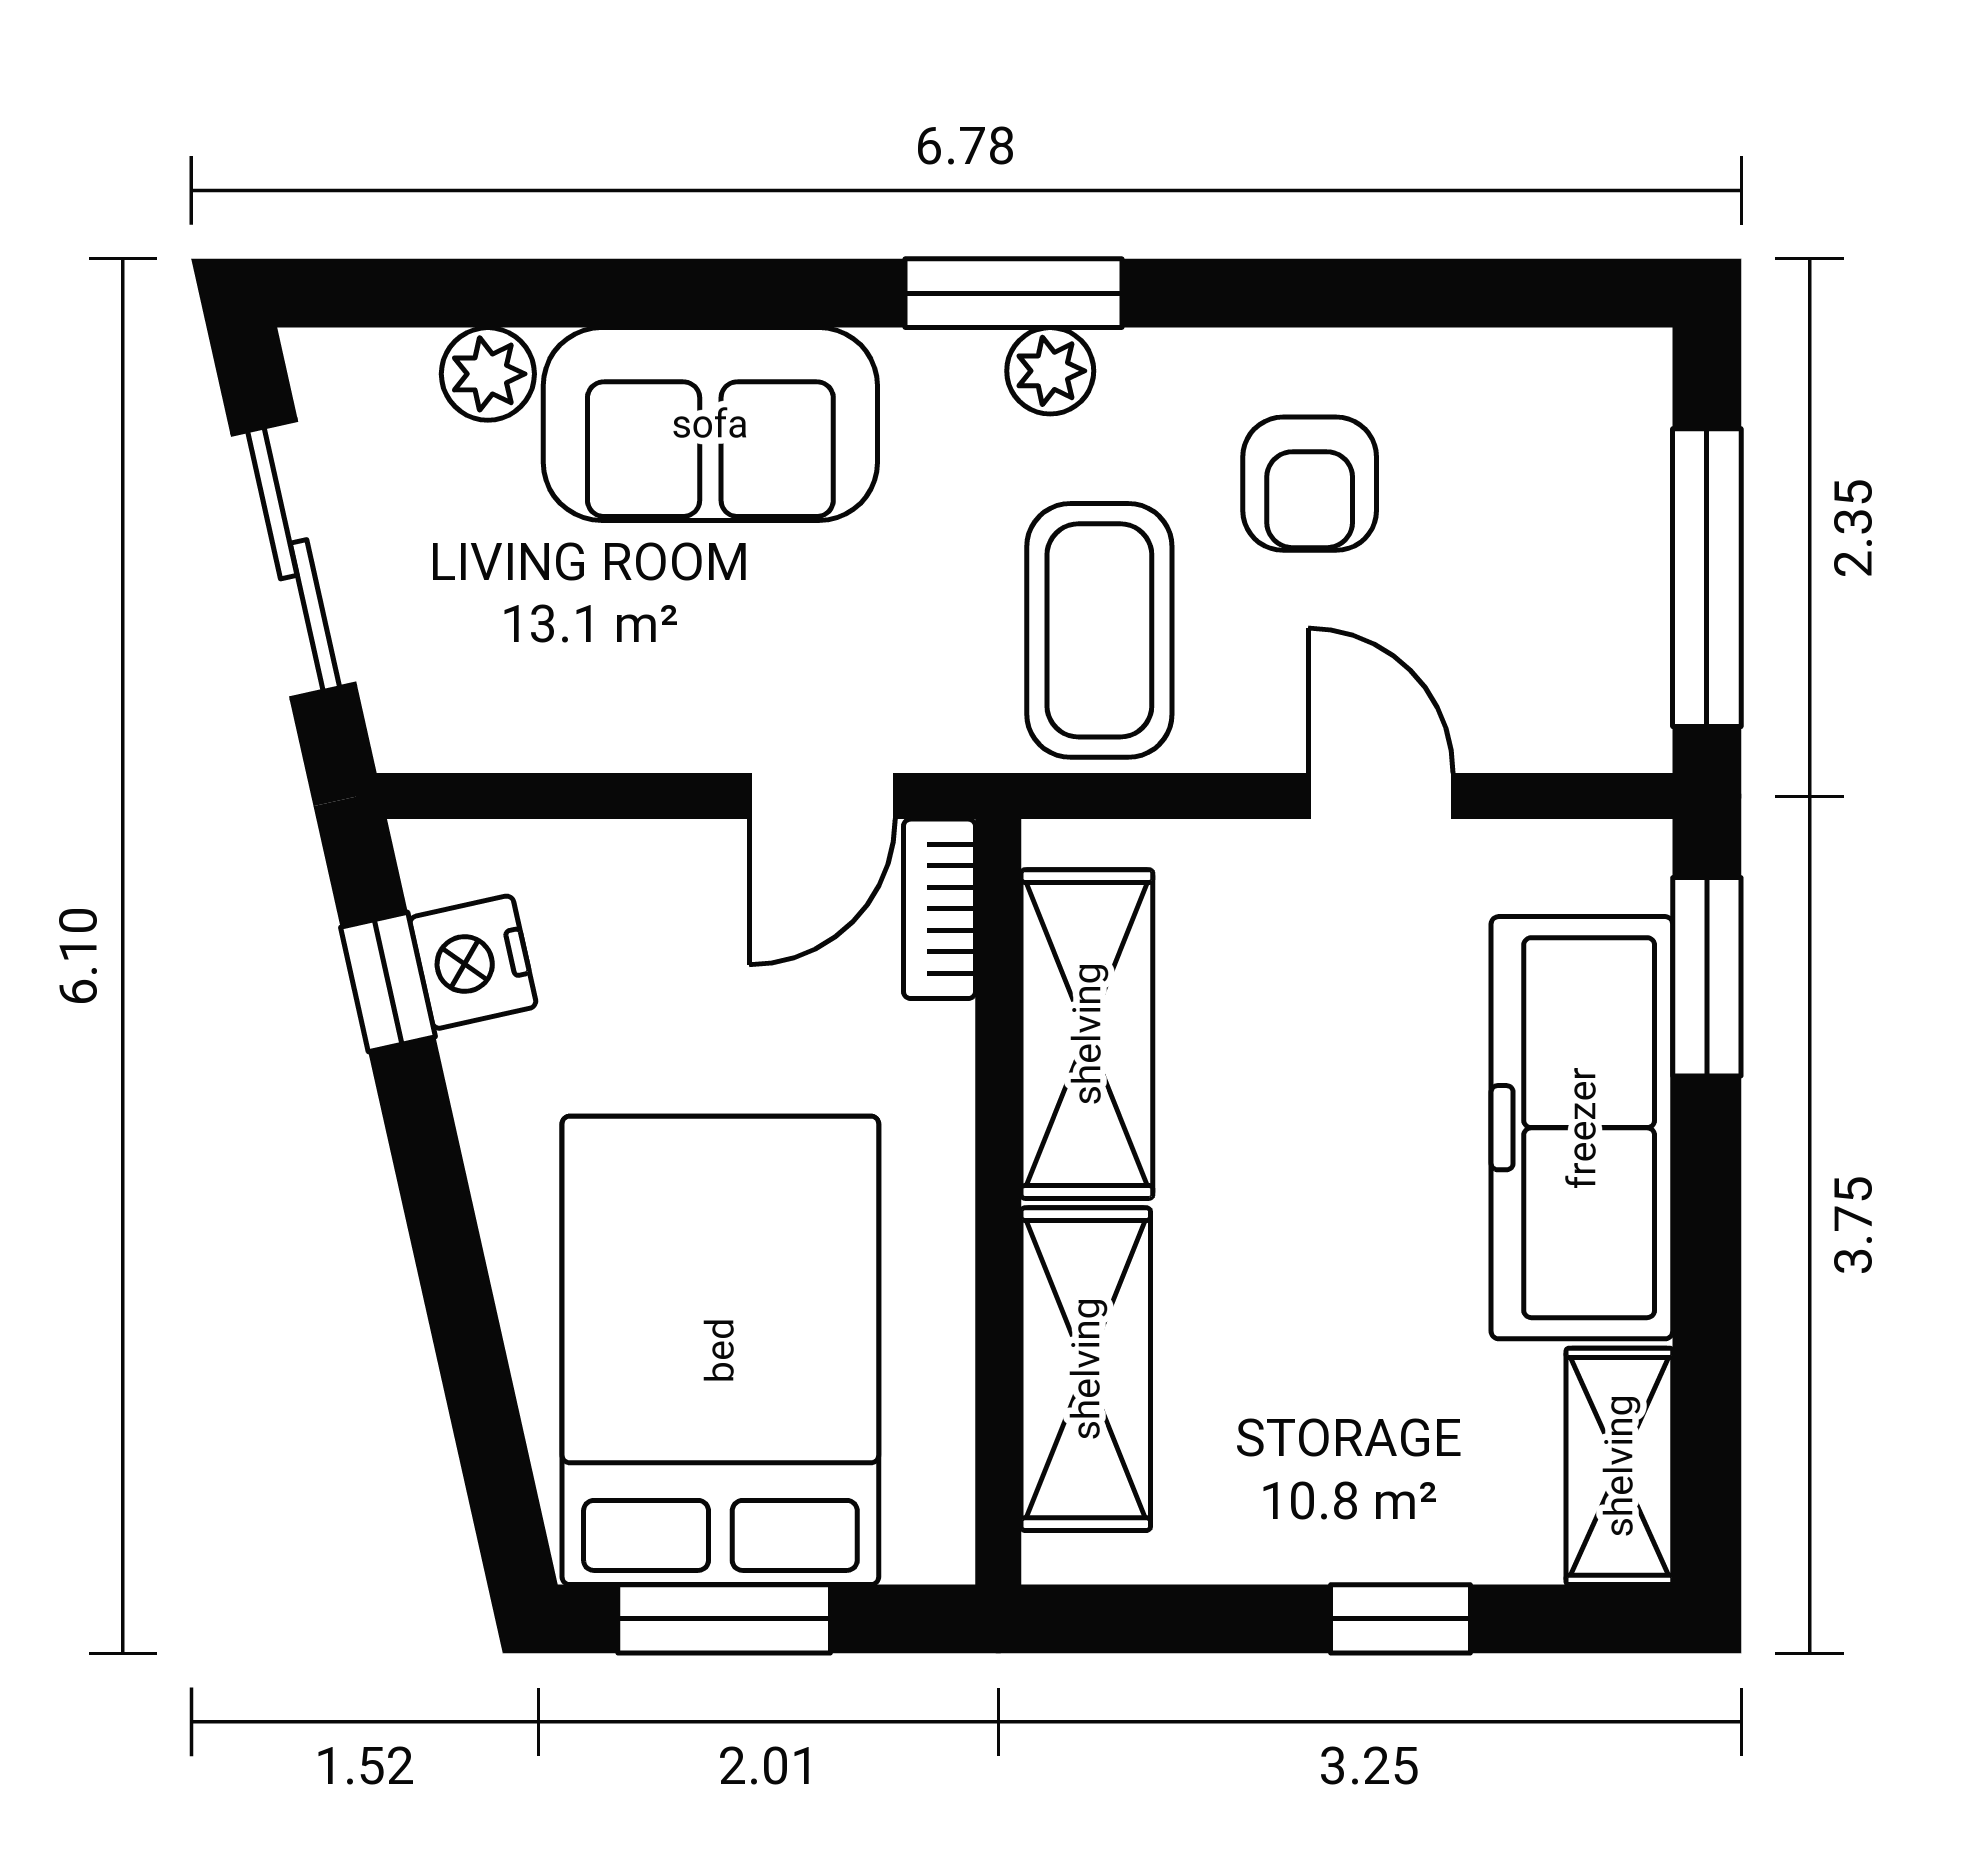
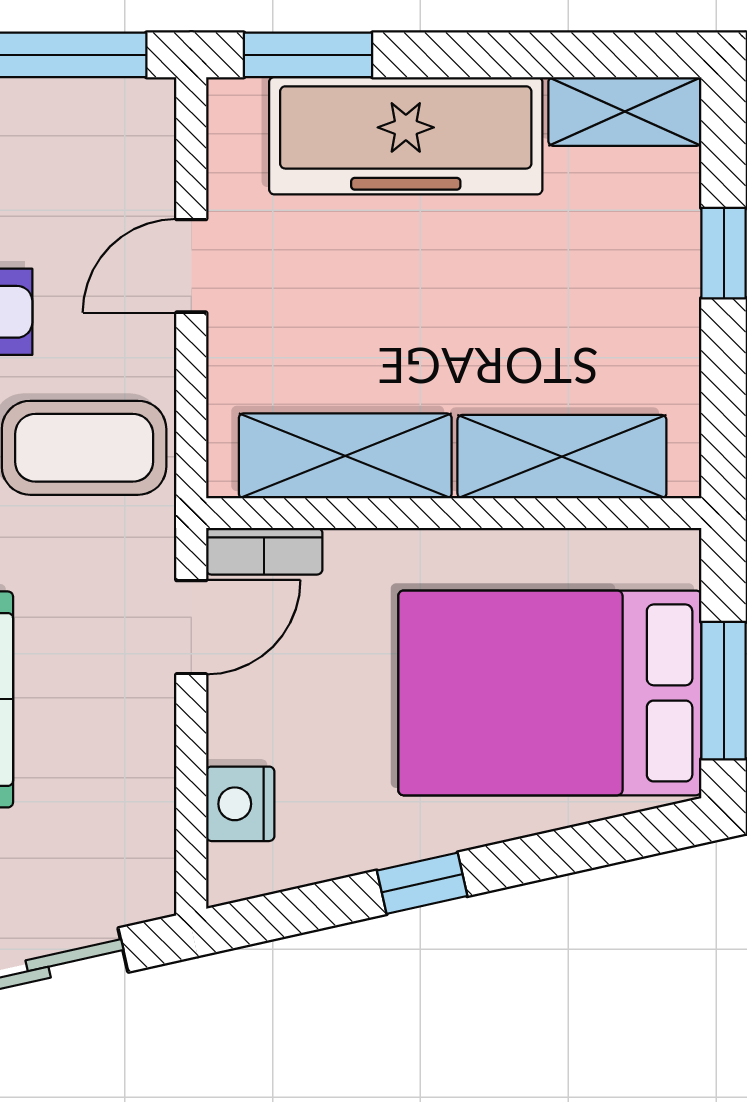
door: (822, 796) -> (191, 627), hinge flipped
nightstand: (473, 962) -> (240, 804), moved, turned 103
window: (388, 982) -> (422, 883), moved

